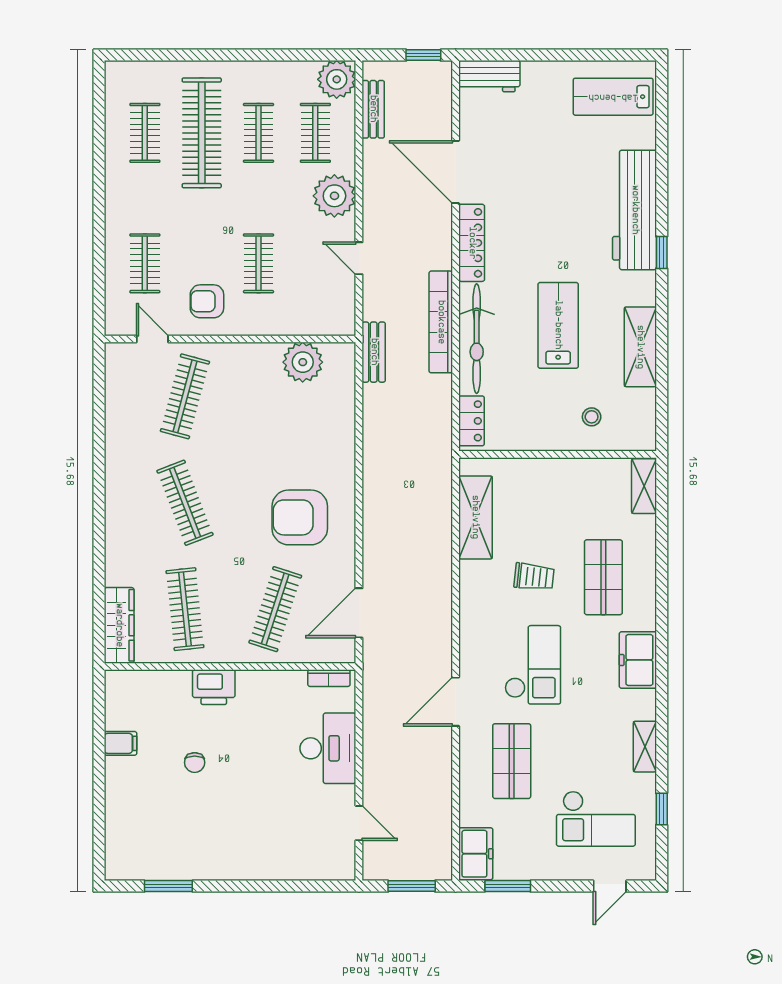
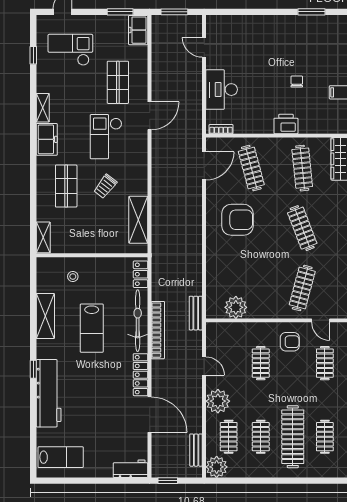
trolley: (534, 577) -> (105, 186), turned -58
clothes rail: (275, 609) -> (251, 168), turned -33
shelving: (645, 747) -> (43, 108), moved

